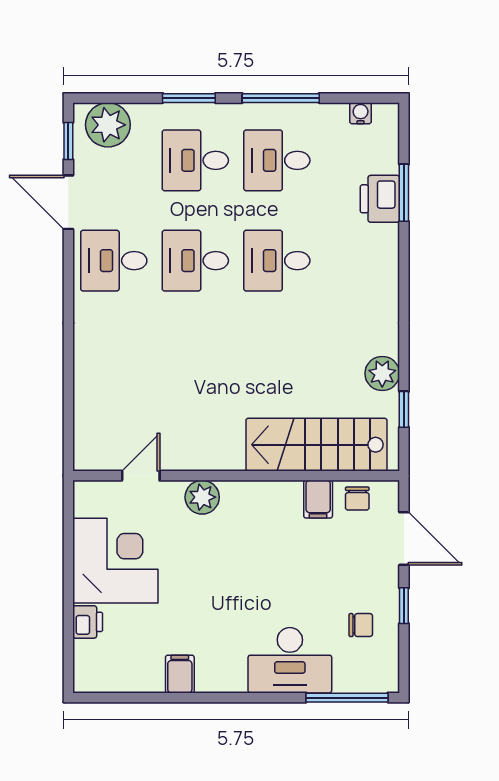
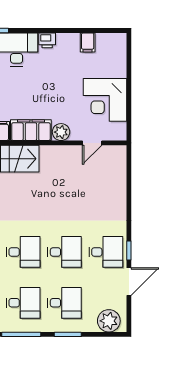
window: (68, 141) -> (129, 250), moved
door: (68, 202) -> (129, 282), hinge flipped
filing cabinet: (262, 501) -> (31, 130), added
printer: (88, 622) -> (47, 40), moved, turned -90
filing cabinet: (180, 674) -> (88, 42), moved

